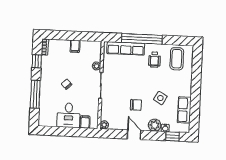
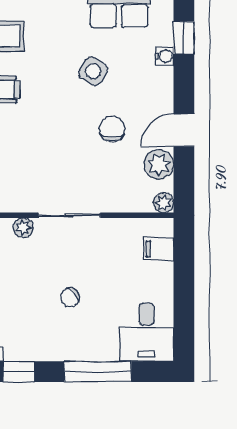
desk: (69, 115) -> (146, 332), moved, turned 90
plant: (155, 125) -> (159, 164), moved

